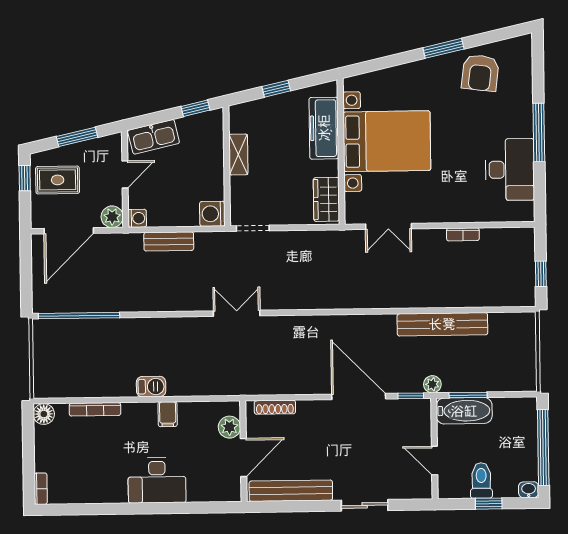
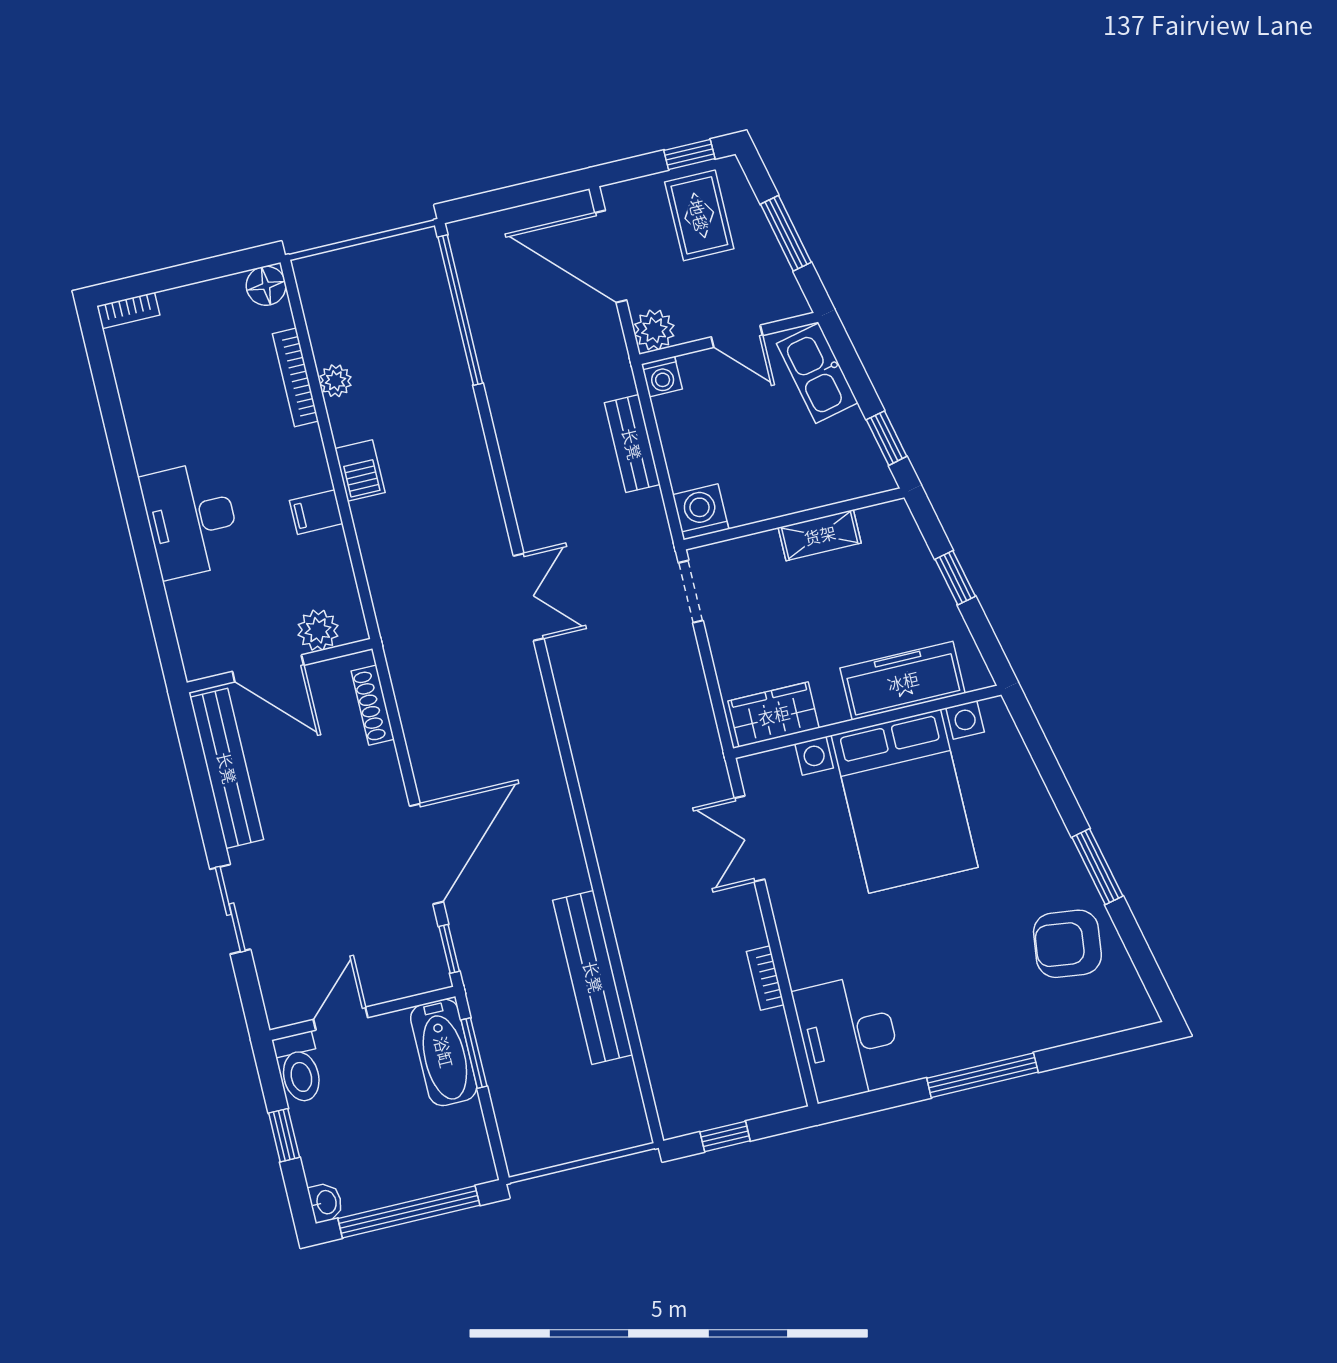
desk: (510, 170) -> (848, 1037), moved, turned 90
plant: (432, 384) -> (335, 381), moved
toilet: (481, 480) -> (299, 1068), moved, turned 90

